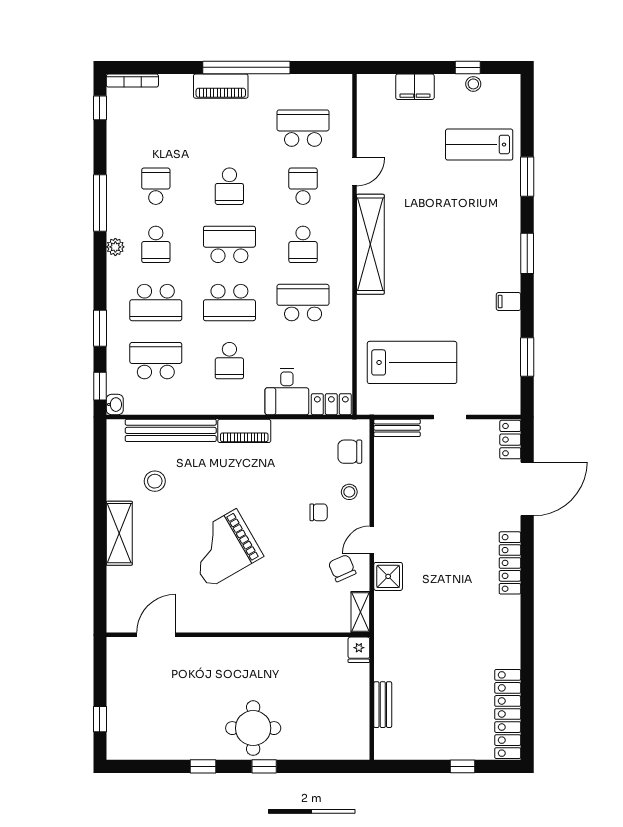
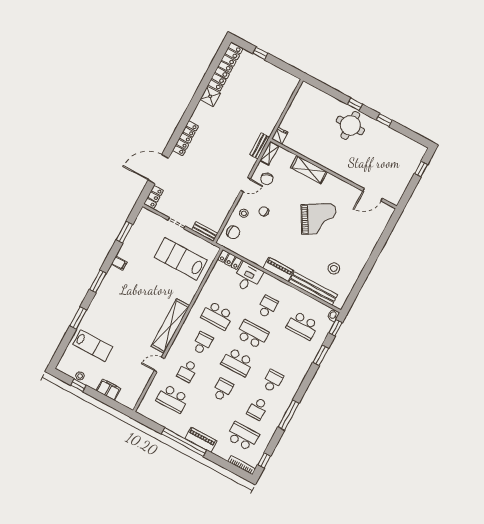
plant: (115, 247) -> (293, 390), removed
school desk: (156, 303) -> (243, 436), moved
shelving: (119, 533) -> (309, 170), moved, turned 90
shower: (388, 576) -> (210, 96), moved
bench: (383, 705) -> (260, 146), moved

